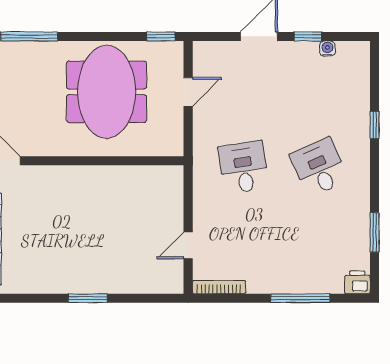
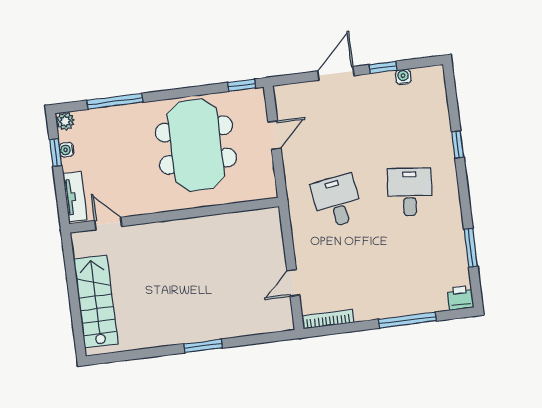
desk: (319, 167) -> (410, 192), turned 30

